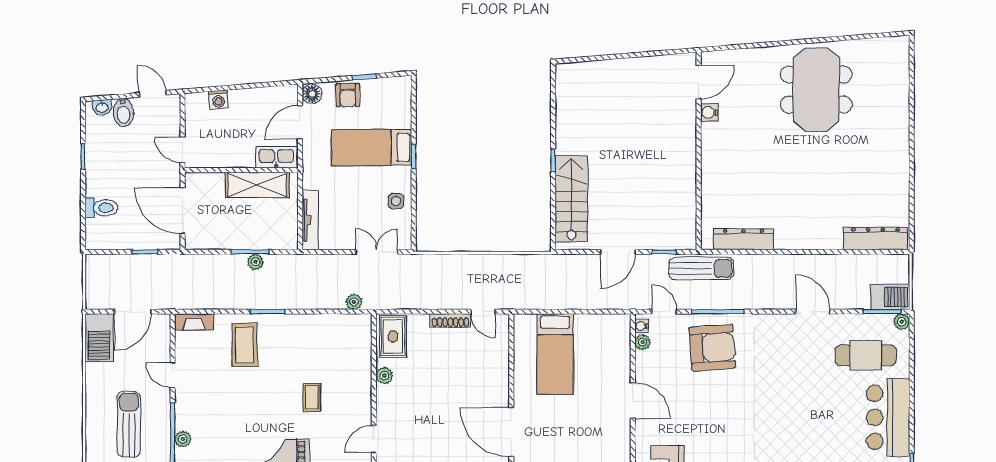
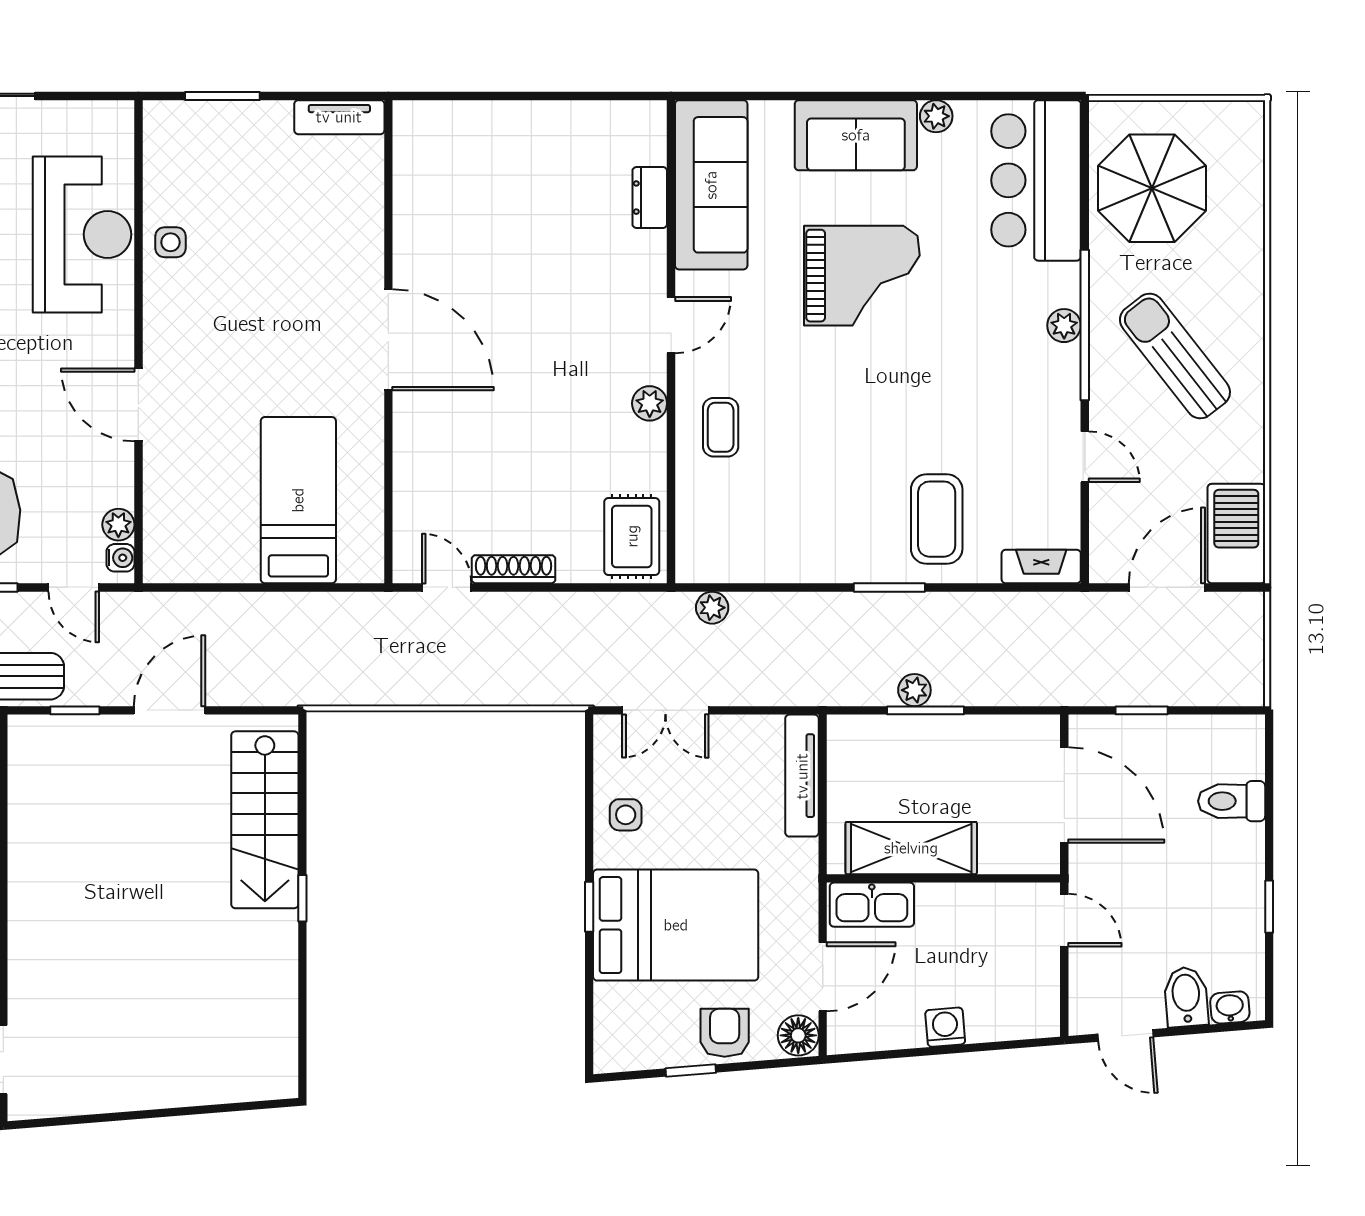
washing machine: (218, 100) -> (945, 1027), moved
bed: (372, 147) -> (676, 925), width x1.50
plant: (384, 376) -> (650, 403), moved
coffee table: (312, 397) -> (721, 427), moved
sun lounger: (129, 424) -> (1175, 356), turned 142

